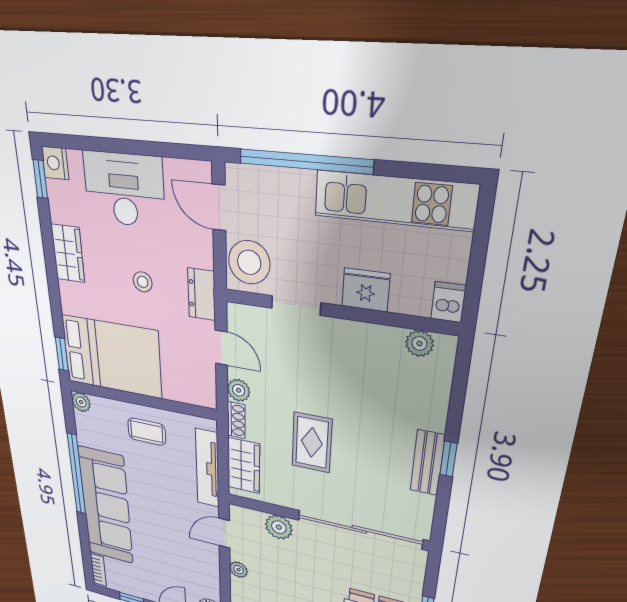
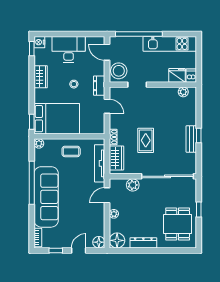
fridge: (366, 290) -> (177, 75), moved
plant: (239, 390) -> (114, 123), removed

